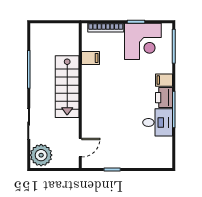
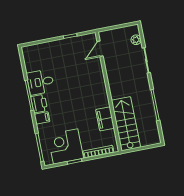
filing cabinet: (90, 58) -> (105, 119), width x2.00
stairs: (67, 87) -> (126, 124), moved
plant: (41, 155) -> (136, 40), width x0.53, depth x0.53

